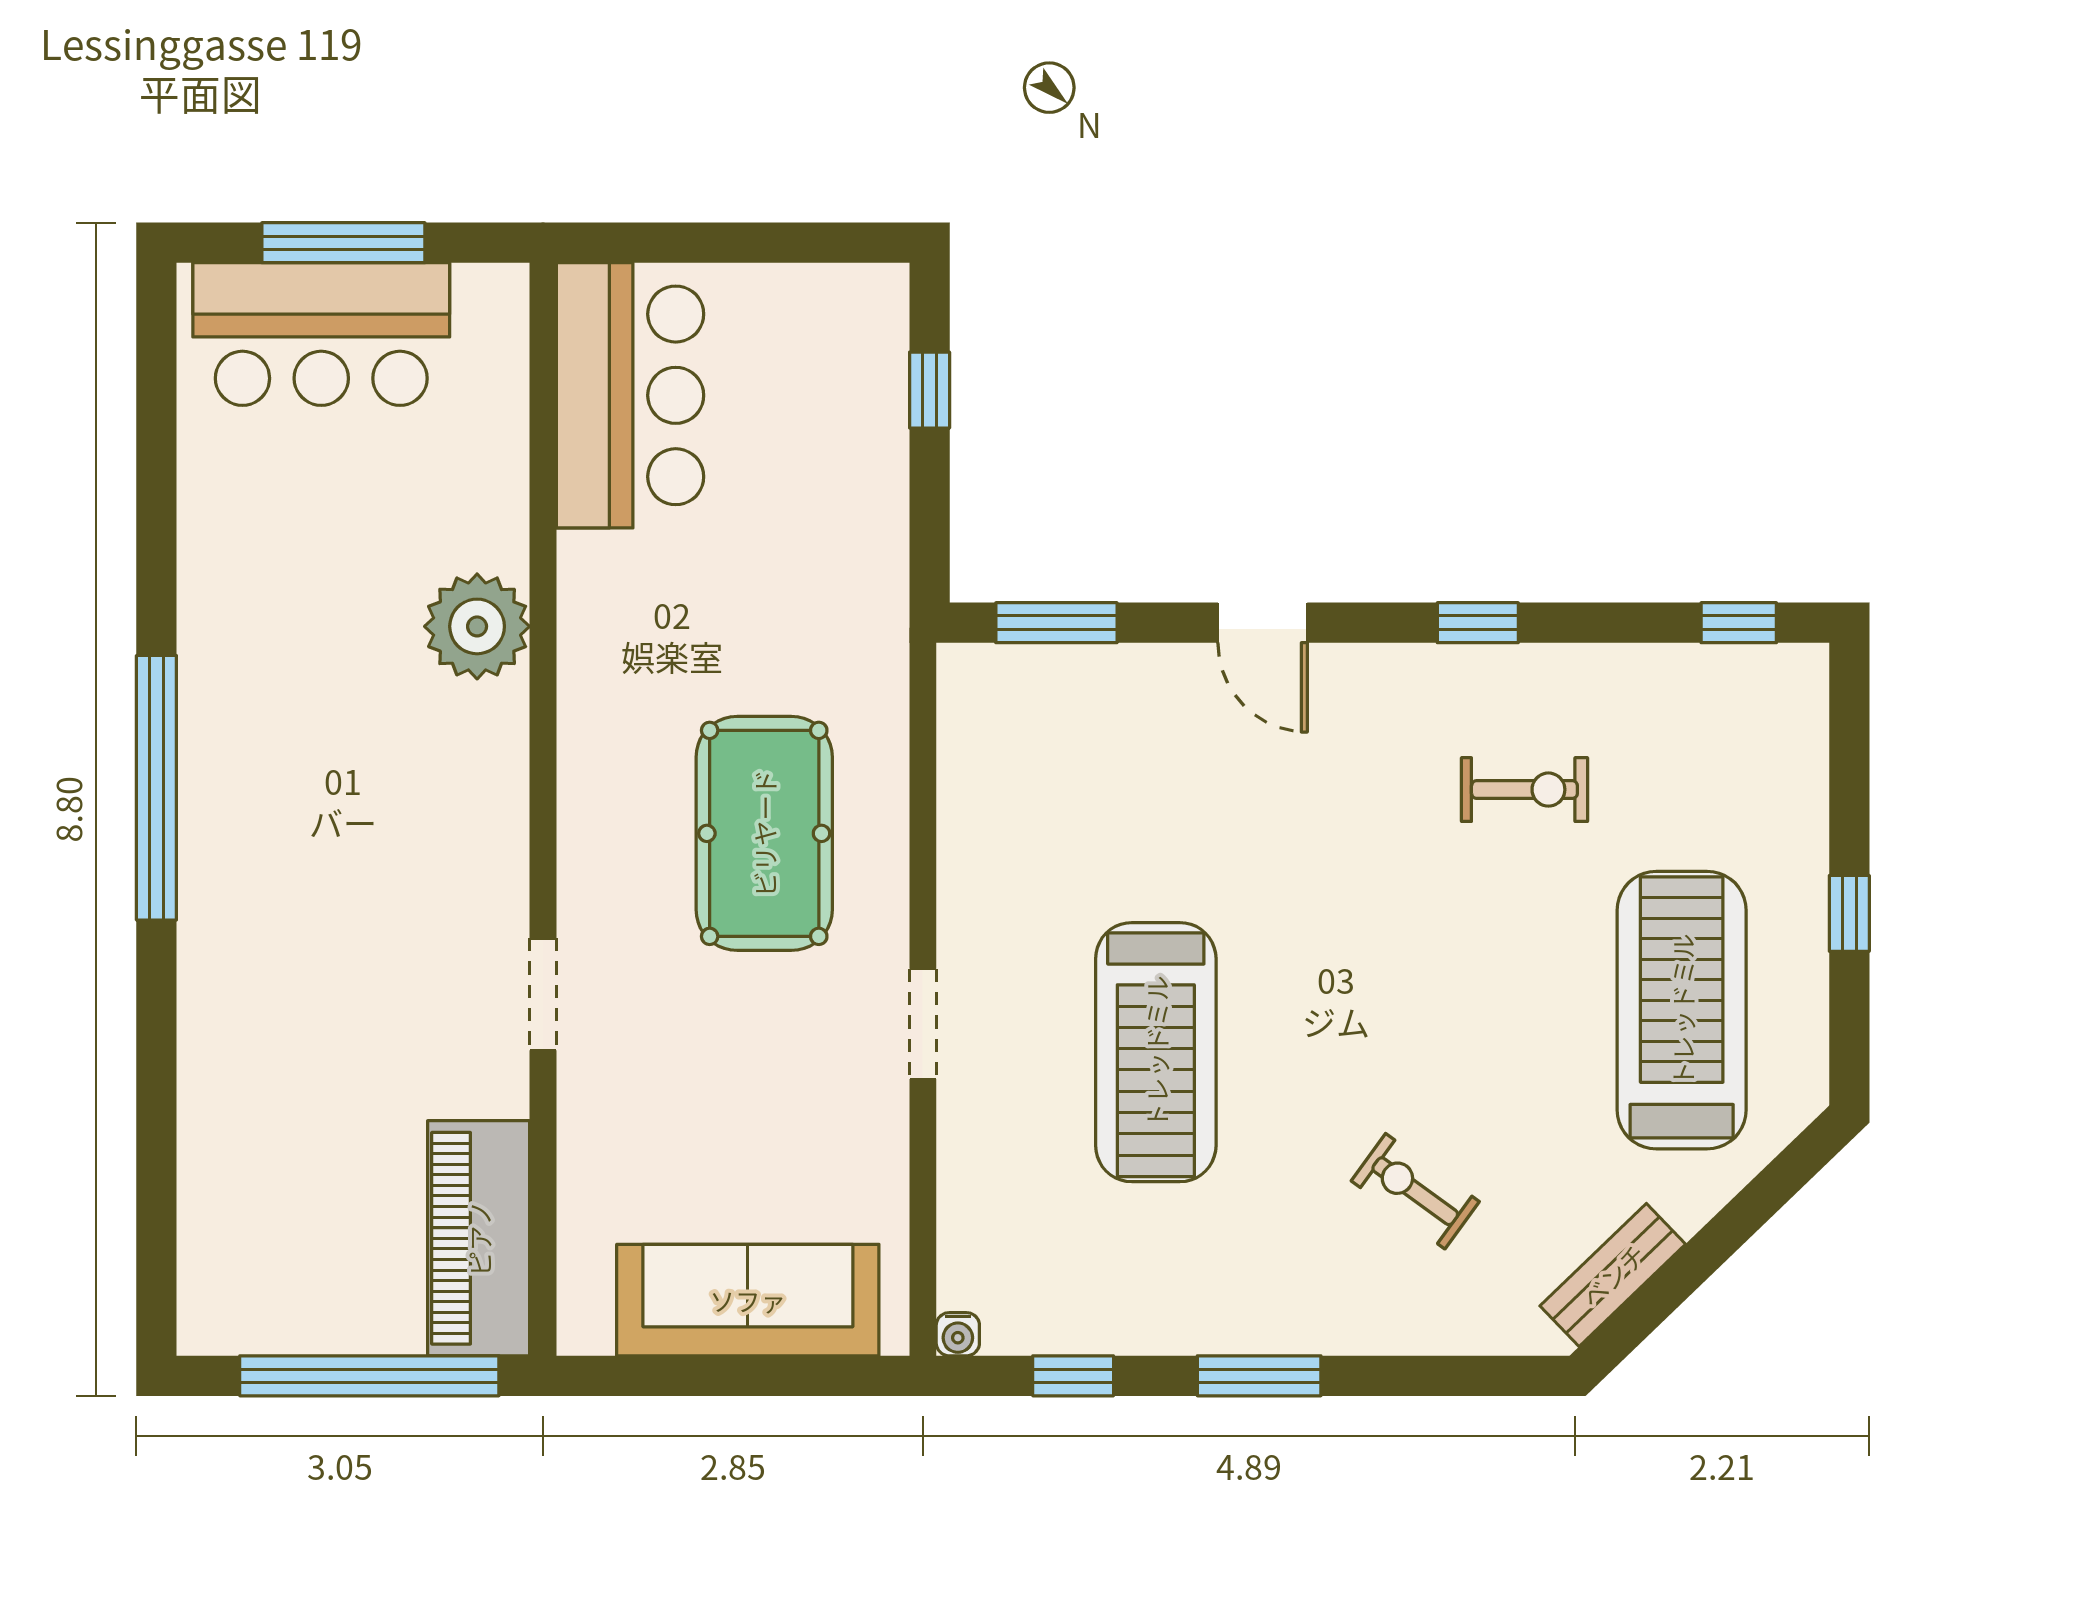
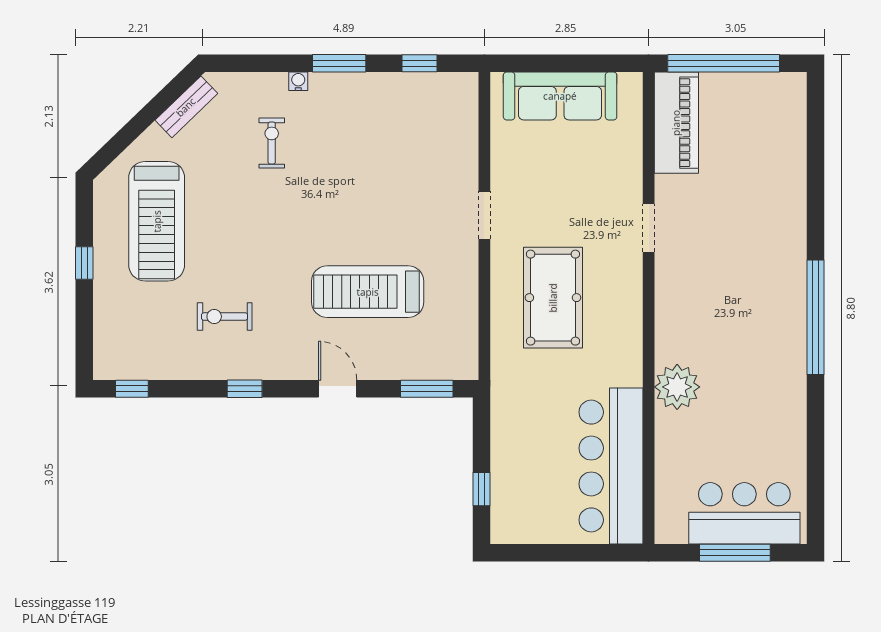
bar counter: (630, 395) -> (611, 466), width x1.36
treadmill: (1156, 1052) -> (368, 292), moved, turned -90
exercise bike: (1415, 1191) -> (272, 143), turned -126
water cooler: (958, 1334) -> (298, 81), moved

